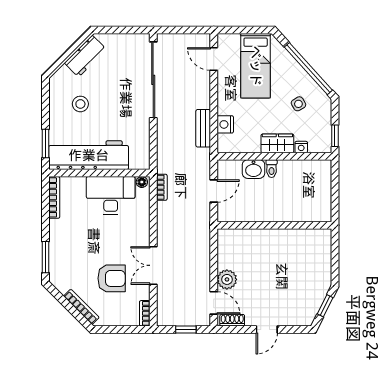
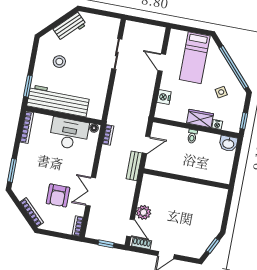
door: (214, 59) -> (162, 63), moved
sliding door: (153, 80) -> (117, 54), width x0.54
bench: (203, 128) -> (134, 166), moved
washbasin: (253, 169) -> (228, 144), moved
armchair: (112, 278) -> (58, 195), turned 90

